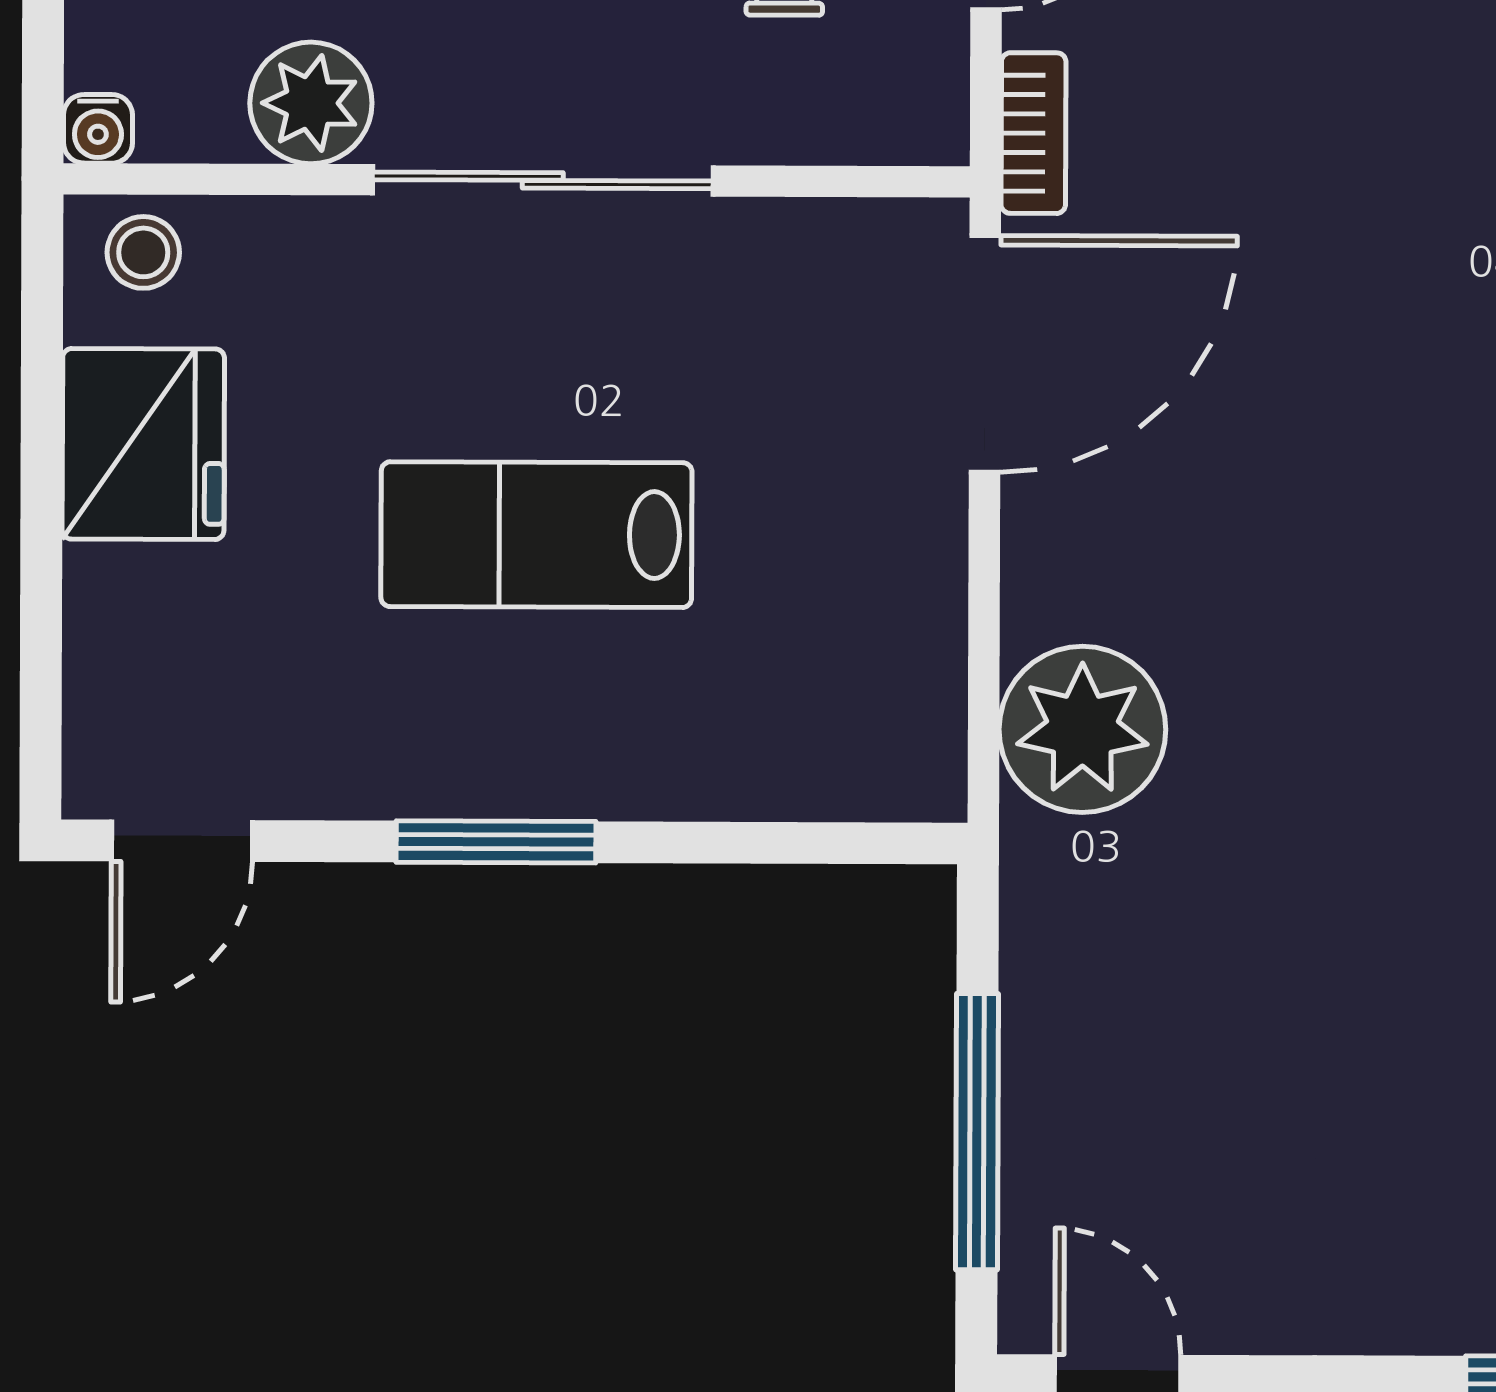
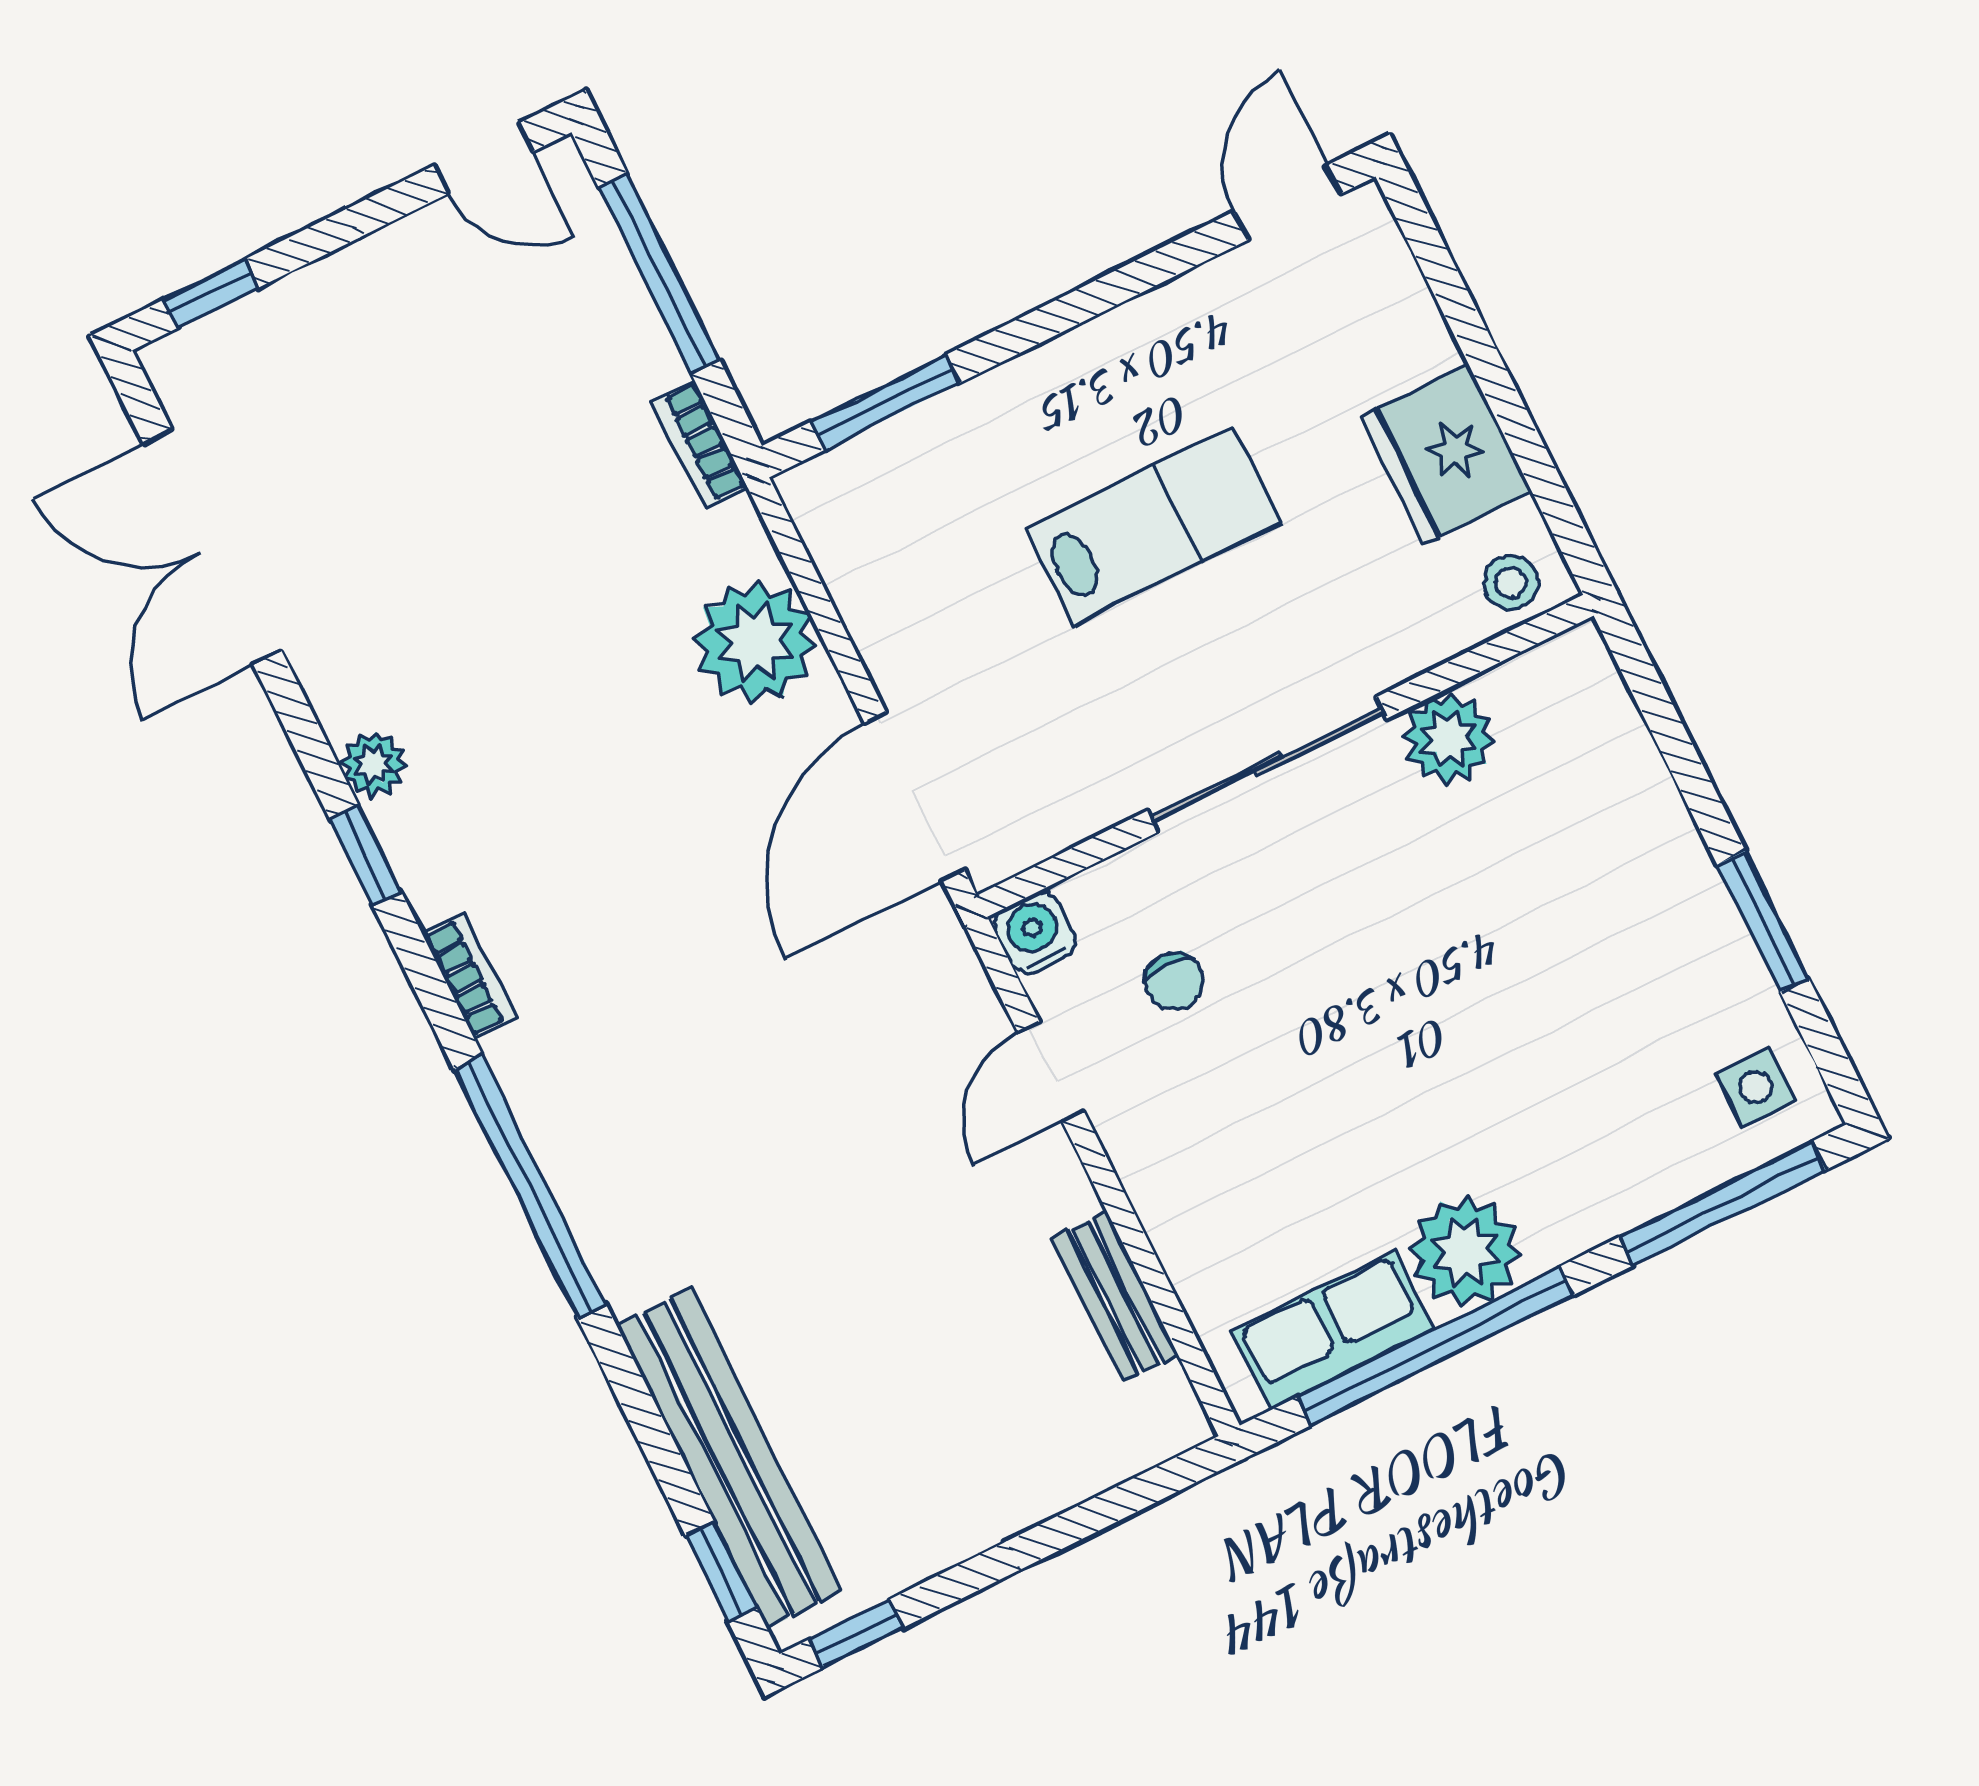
water cooler: (98, 129) -> (1035, 933), moved, width x1.38, depth x1.38
bookcase: (1033, 133) -> (700, 444), moved
plant: (1082, 729) -> (755, 642), moved
window: (496, 842) -> (885, 402), moved

